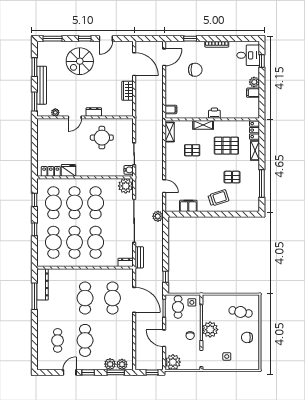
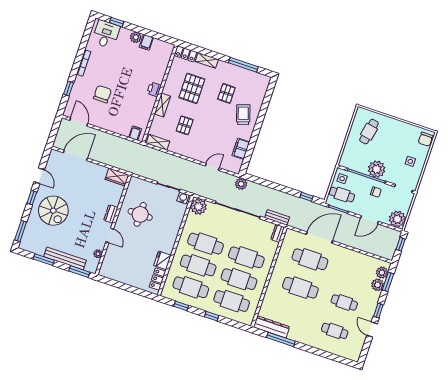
wardrobe: (128, 91) -> (117, 177), moved
chair: (247, 337) -> (425, 139), moved
cafe table: (85, 340) -> (344, 302), width x0.73, depth x0.74

